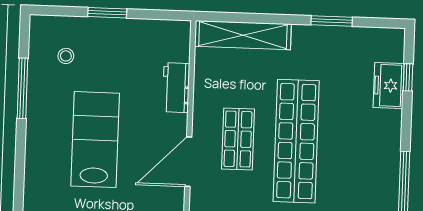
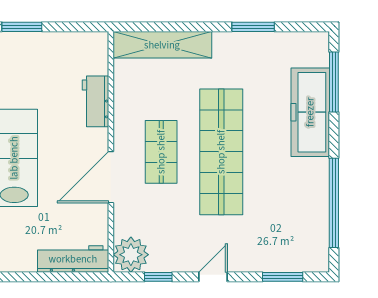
window: (408, 77) -> (334, 82), width x2.17
freezer: (389, 85) -> (310, 112), width x1.91, depth x1.26

